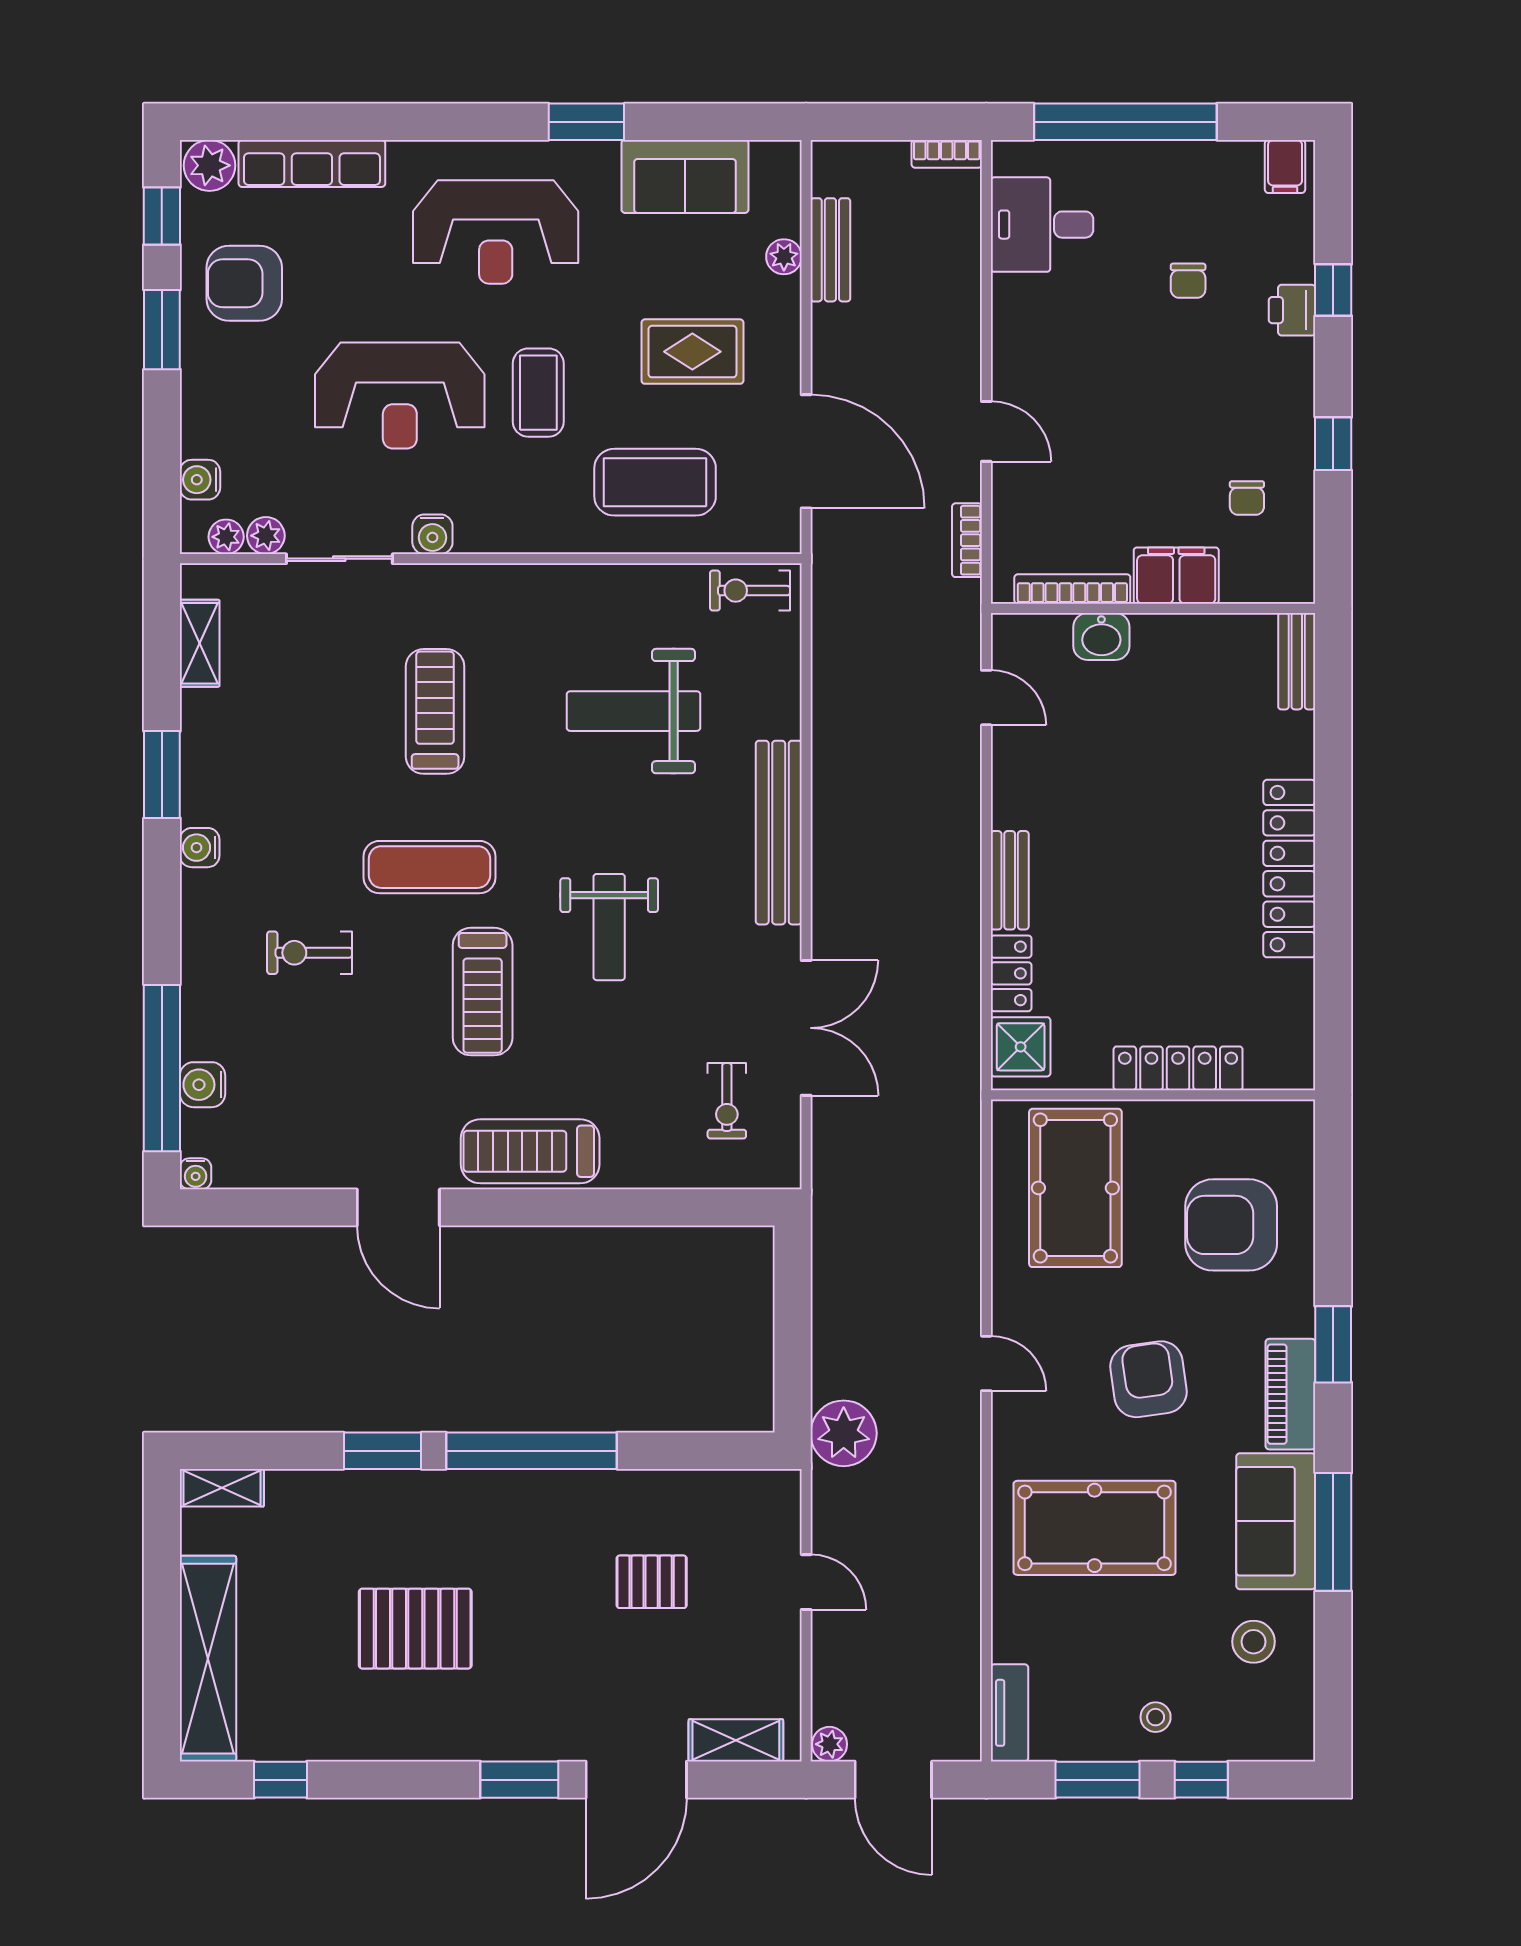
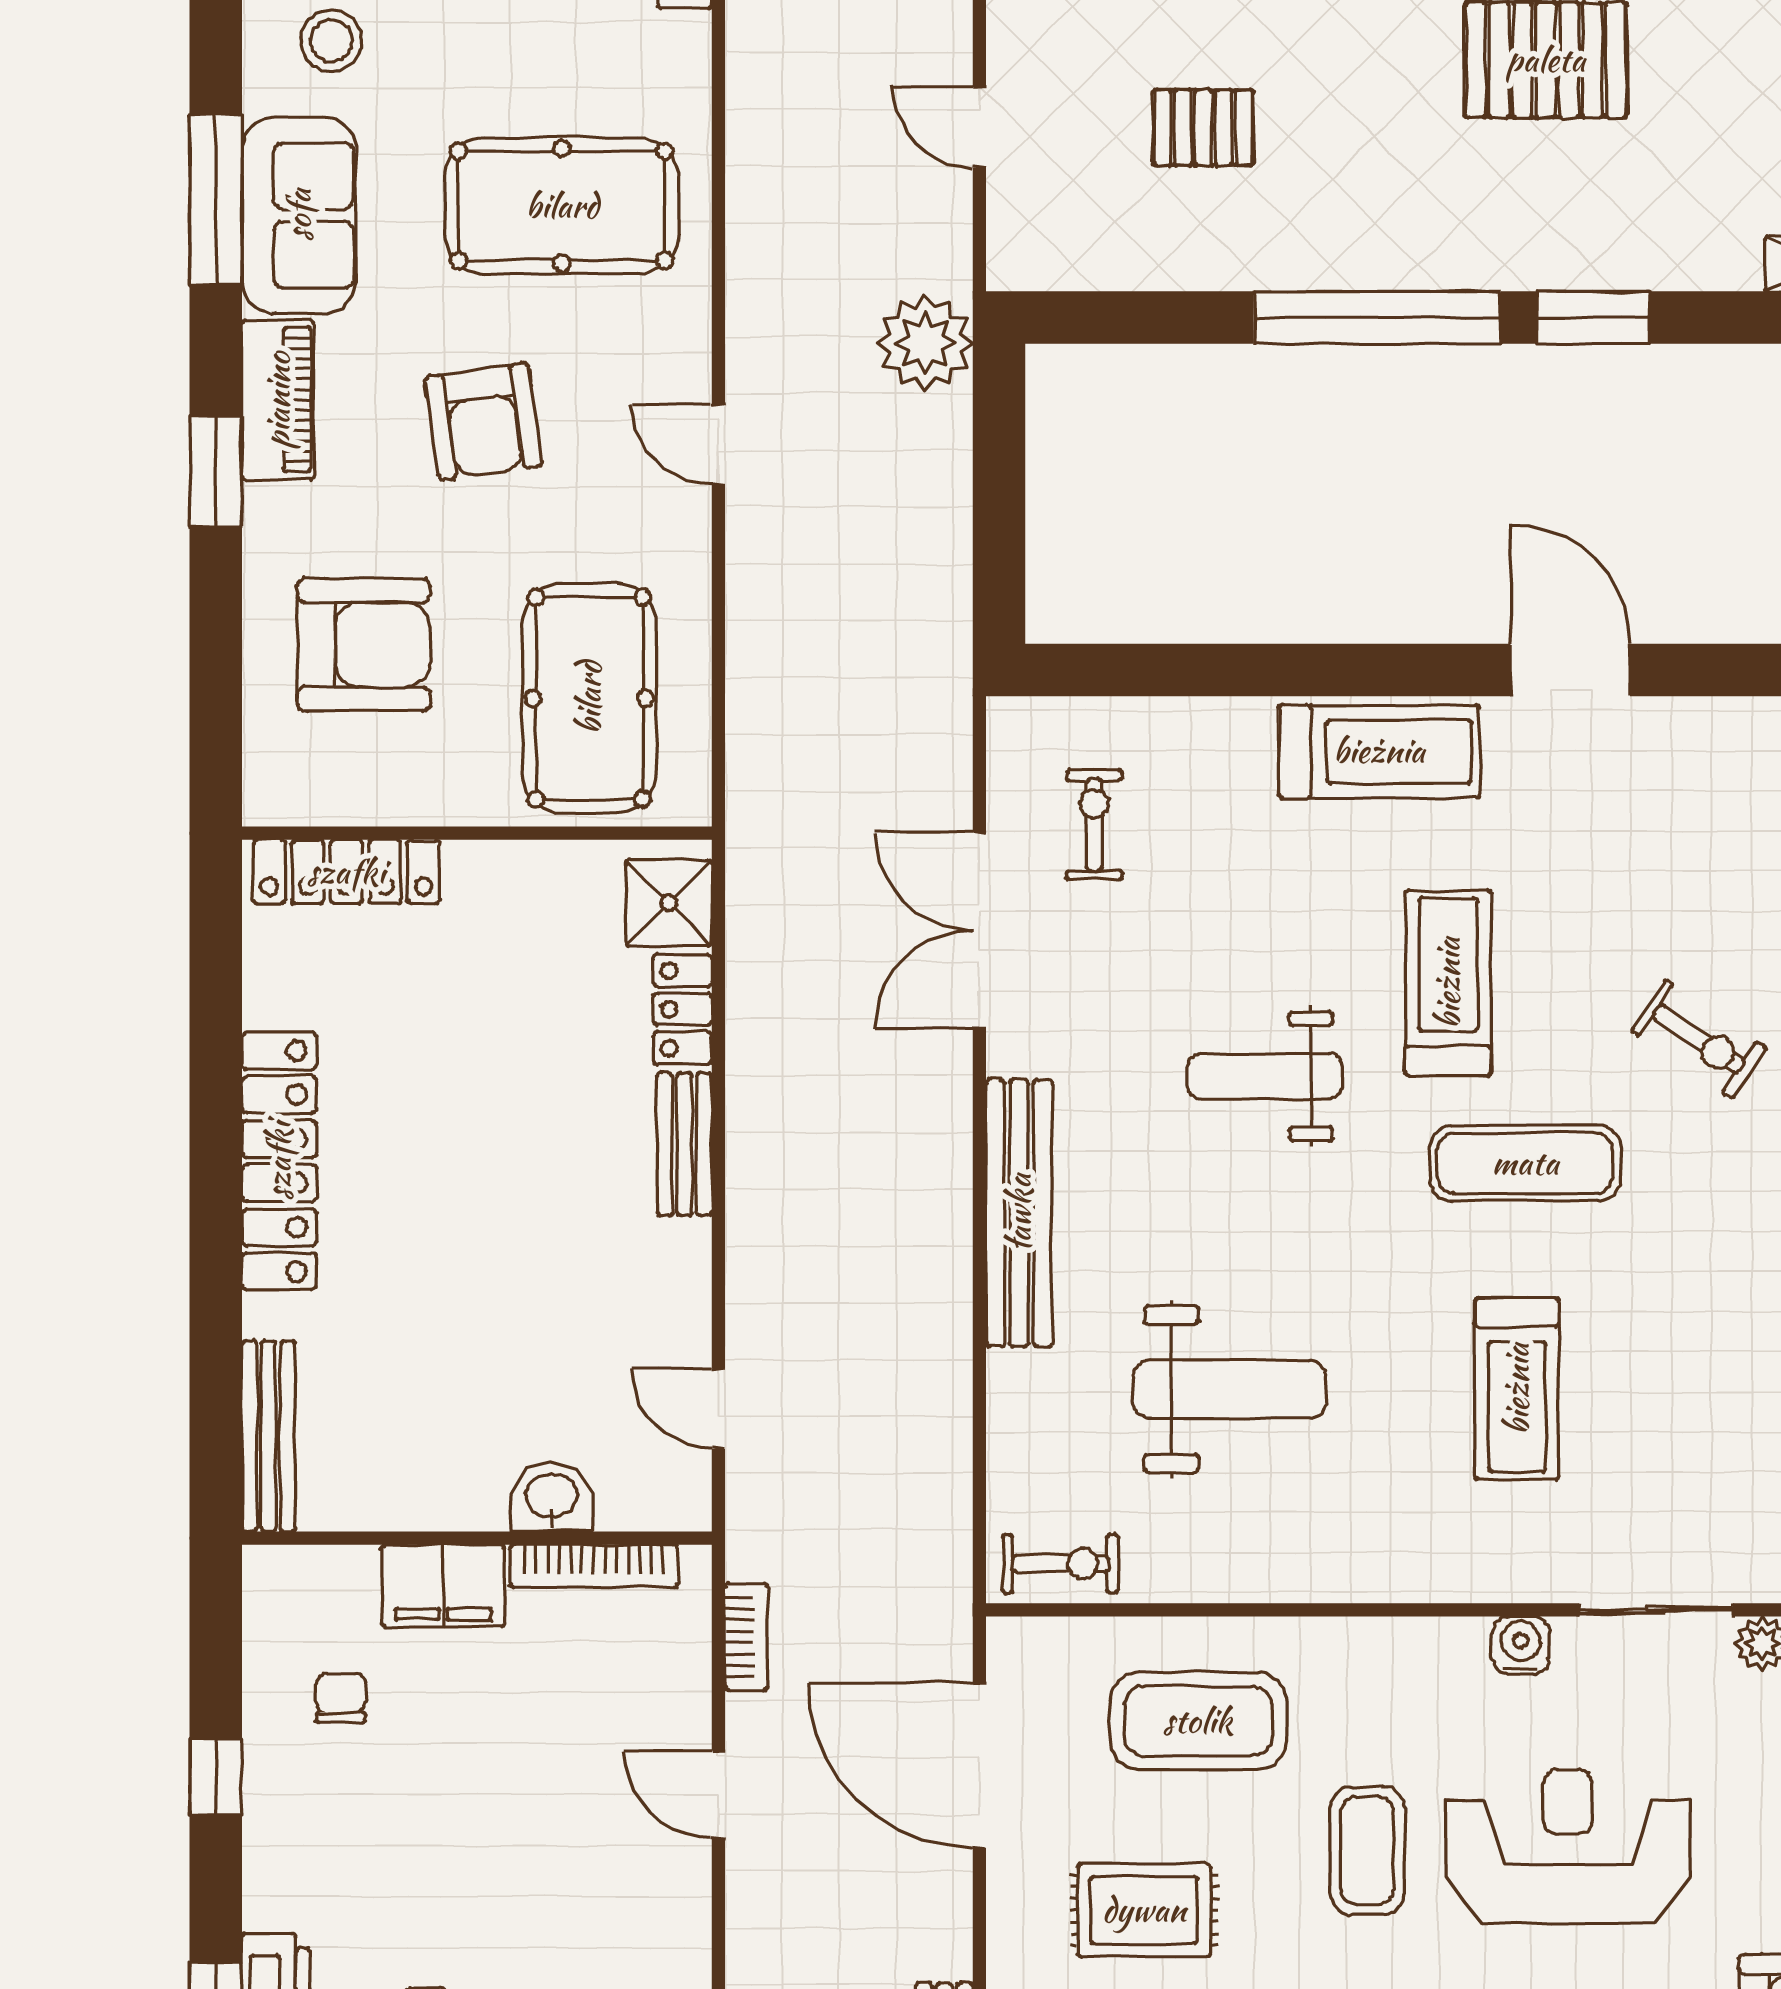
bench: (1297, 661) -> (269, 1436), width x1.36
weight bench: (609, 927) -> (1265, 1076), turned -90
exercise bike: (310, 953) -> (1699, 1039), turned 34
locker: (1178, 1068) -> (346, 872), moved

